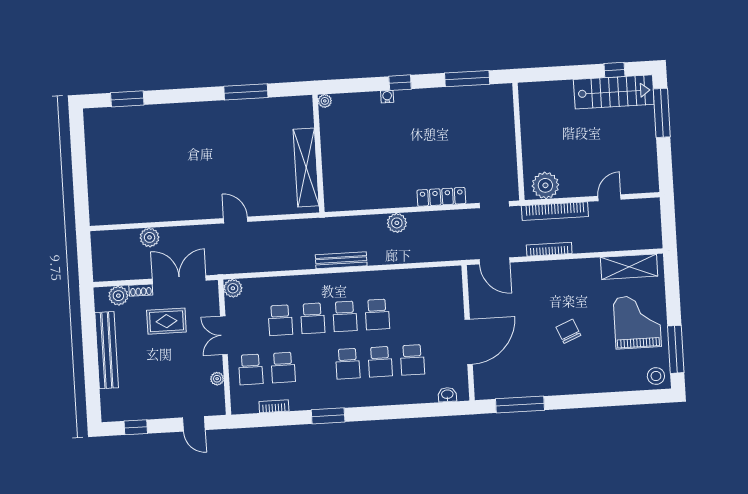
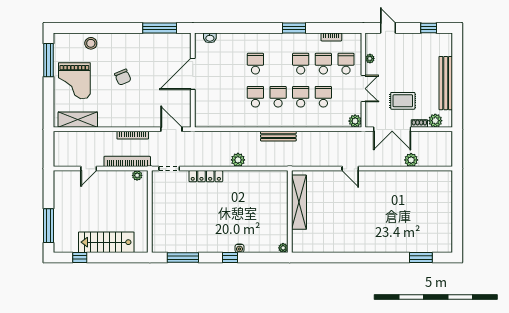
window: (246, 92) -> (338, 258), removed
stairs: (614, 92) -> (106, 242), moved
plant: (545, 185) -> (137, 175), width x0.53, depth x0.53
school desk: (412, 360) -> (233, 64), removed
school desk: (348, 364) -> (301, 64), moved
stool: (656, 376) -> (91, 43), moved

